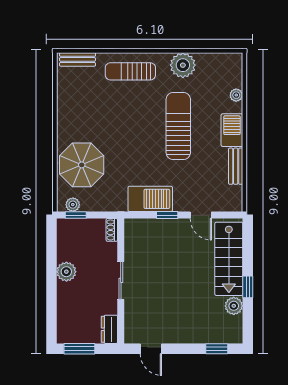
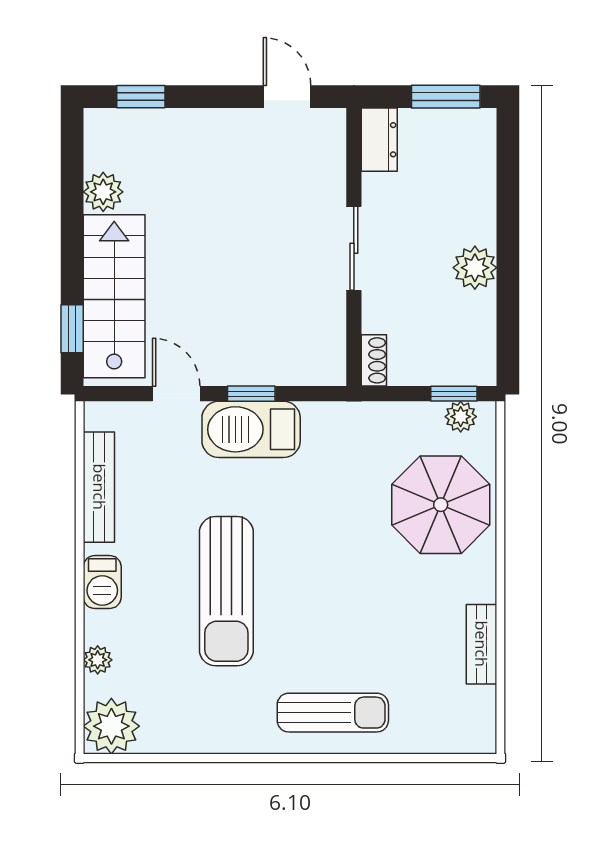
bench: (77, 59) -> (481, 644), moved, turned 90
plant: (183, 65) -> (111, 726), moved
barbecue: (232, 130) -> (102, 582), width x0.73, depth x0.79
bench: (236, 166) -> (99, 487), width x1.36
barbecue: (150, 199) -> (251, 429), moved
window: (248, 287) -> (72, 329), moved

